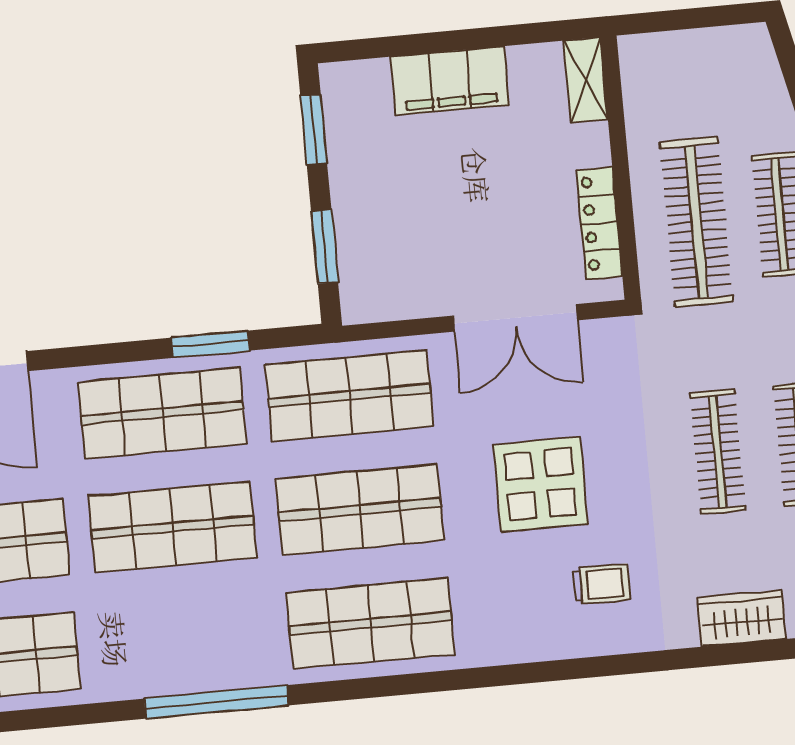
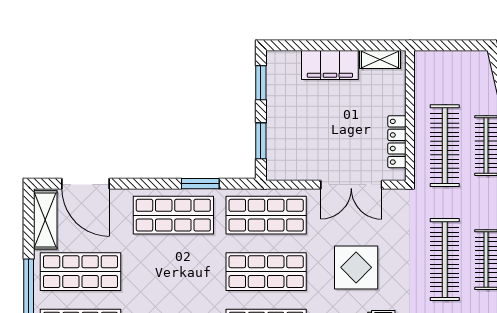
shelving: (586, 80) -> (380, 60), moved, turned 90
clothes rail: (718, 452) -> (445, 260), width x1.37, depth x1.31
shop shelf: (173, 527) -> (173, 272), removed

